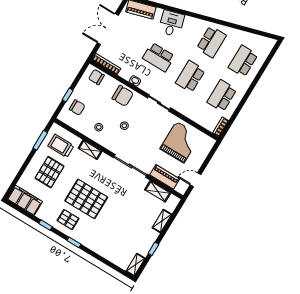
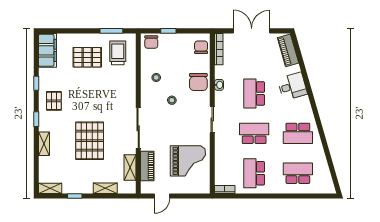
school desk: (222, 96) -> (254, 173), turned -90
chair: (77, 107) -> (151, 42), moved
shelving: (90, 150) -> (44, 144), moved
door: (195, 180) -> (162, 196), swing flipped
pallet: (86, 199) -> (90, 141), moved

